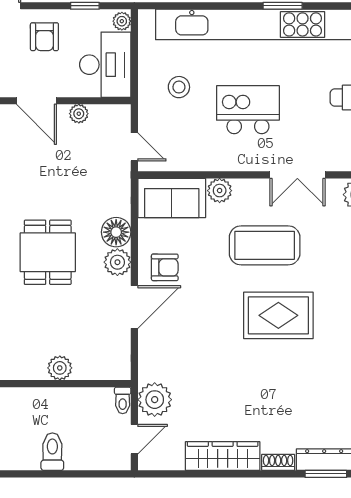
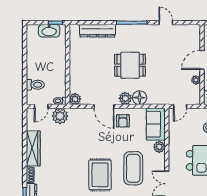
plant: (60, 368) -> (75, 99), moved
door: (134, 439) -> (41, 106), hinge flipped
toilet: (52, 452) -> (35, 85), moved

